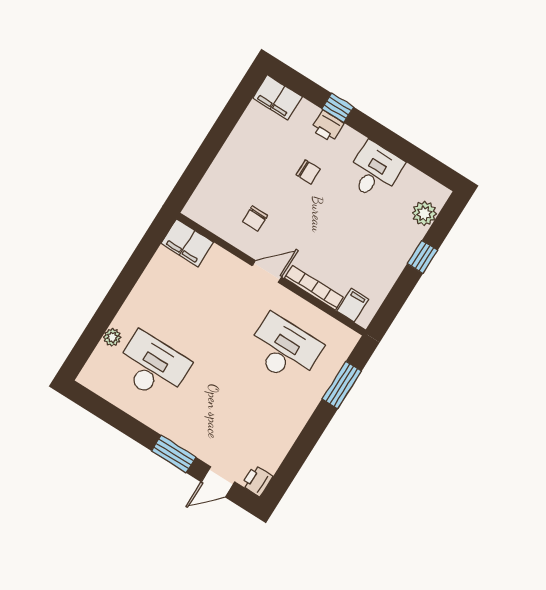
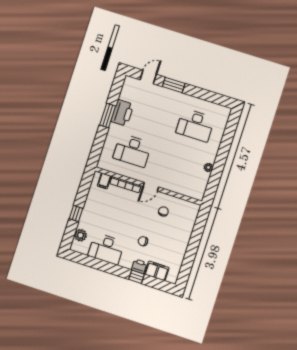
filing cabinet: (277, 97) -> (157, 271), moved
desk: (375, 171) -> (106, 249), width x1.37
filing cabinet: (187, 243) -> (194, 191), removed
plant: (112, 337) -> (208, 167), moved
window: (342, 385) -> (108, 115), moved
printer: (257, 481) -> (122, 113), moved, width x1.87, depth x1.48

